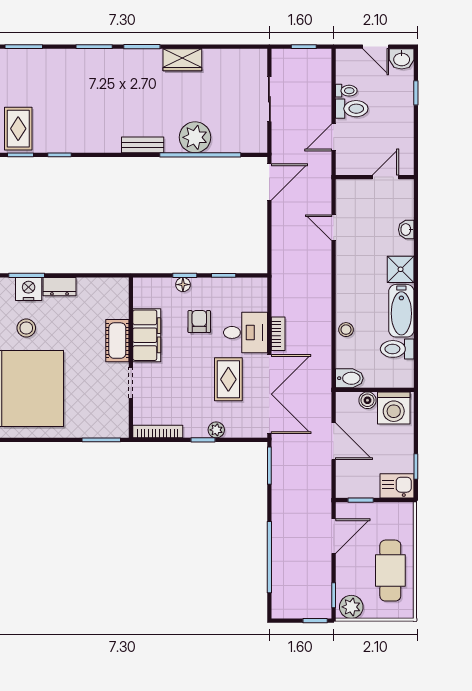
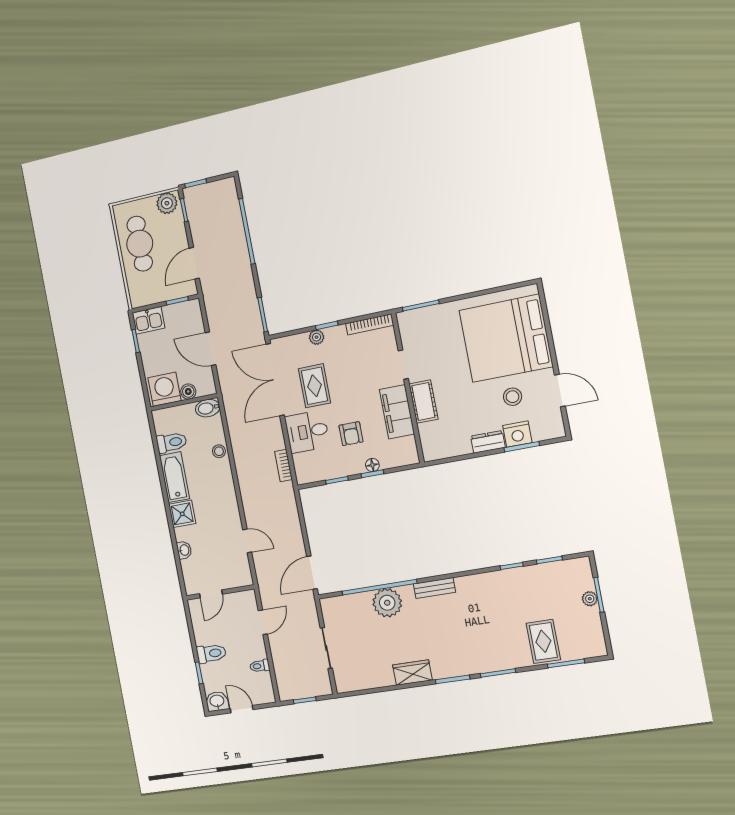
toilet: (352, 109) -> (211, 653), moved, turned 180
rug: (18, 129) -> (543, 641), moved
bookcase: (278, 334) -> (283, 466), moved

